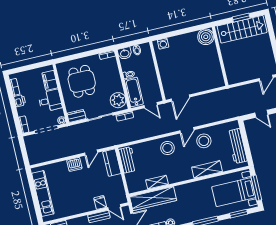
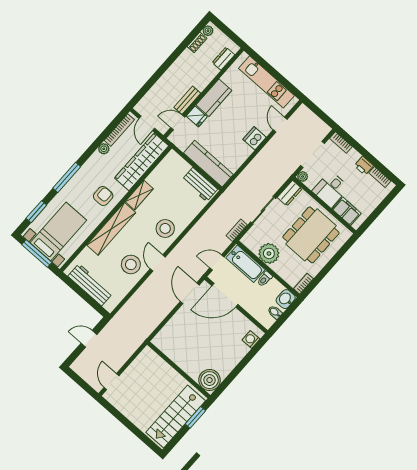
window: (241, 18) -> (195, 417), moved
dining table: (82, 81) -> (311, 235), width x1.38
door: (160, 82) -> (225, 295), added
plant: (118, 100) -> (269, 253), moved
door: (91, 153) -> (280, 125), moved
kitchen counter: (112, 163) -> (208, 164), width x1.50
shelving: (207, 169) -> (111, 229), width x1.47
shelving: (157, 182) -> (139, 195), moved
armchair: (191, 194) -> (103, 196), added
kitchen counter: (82, 207) -> (214, 98), added

